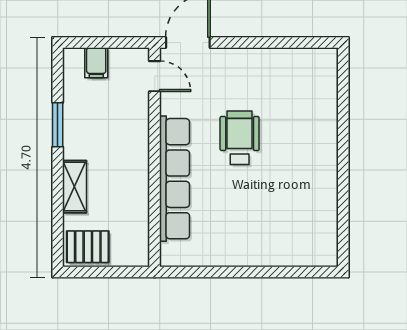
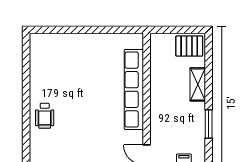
wheelchair: (240, 138) -> (45, 116), moved, width x0.73, depth x0.73

